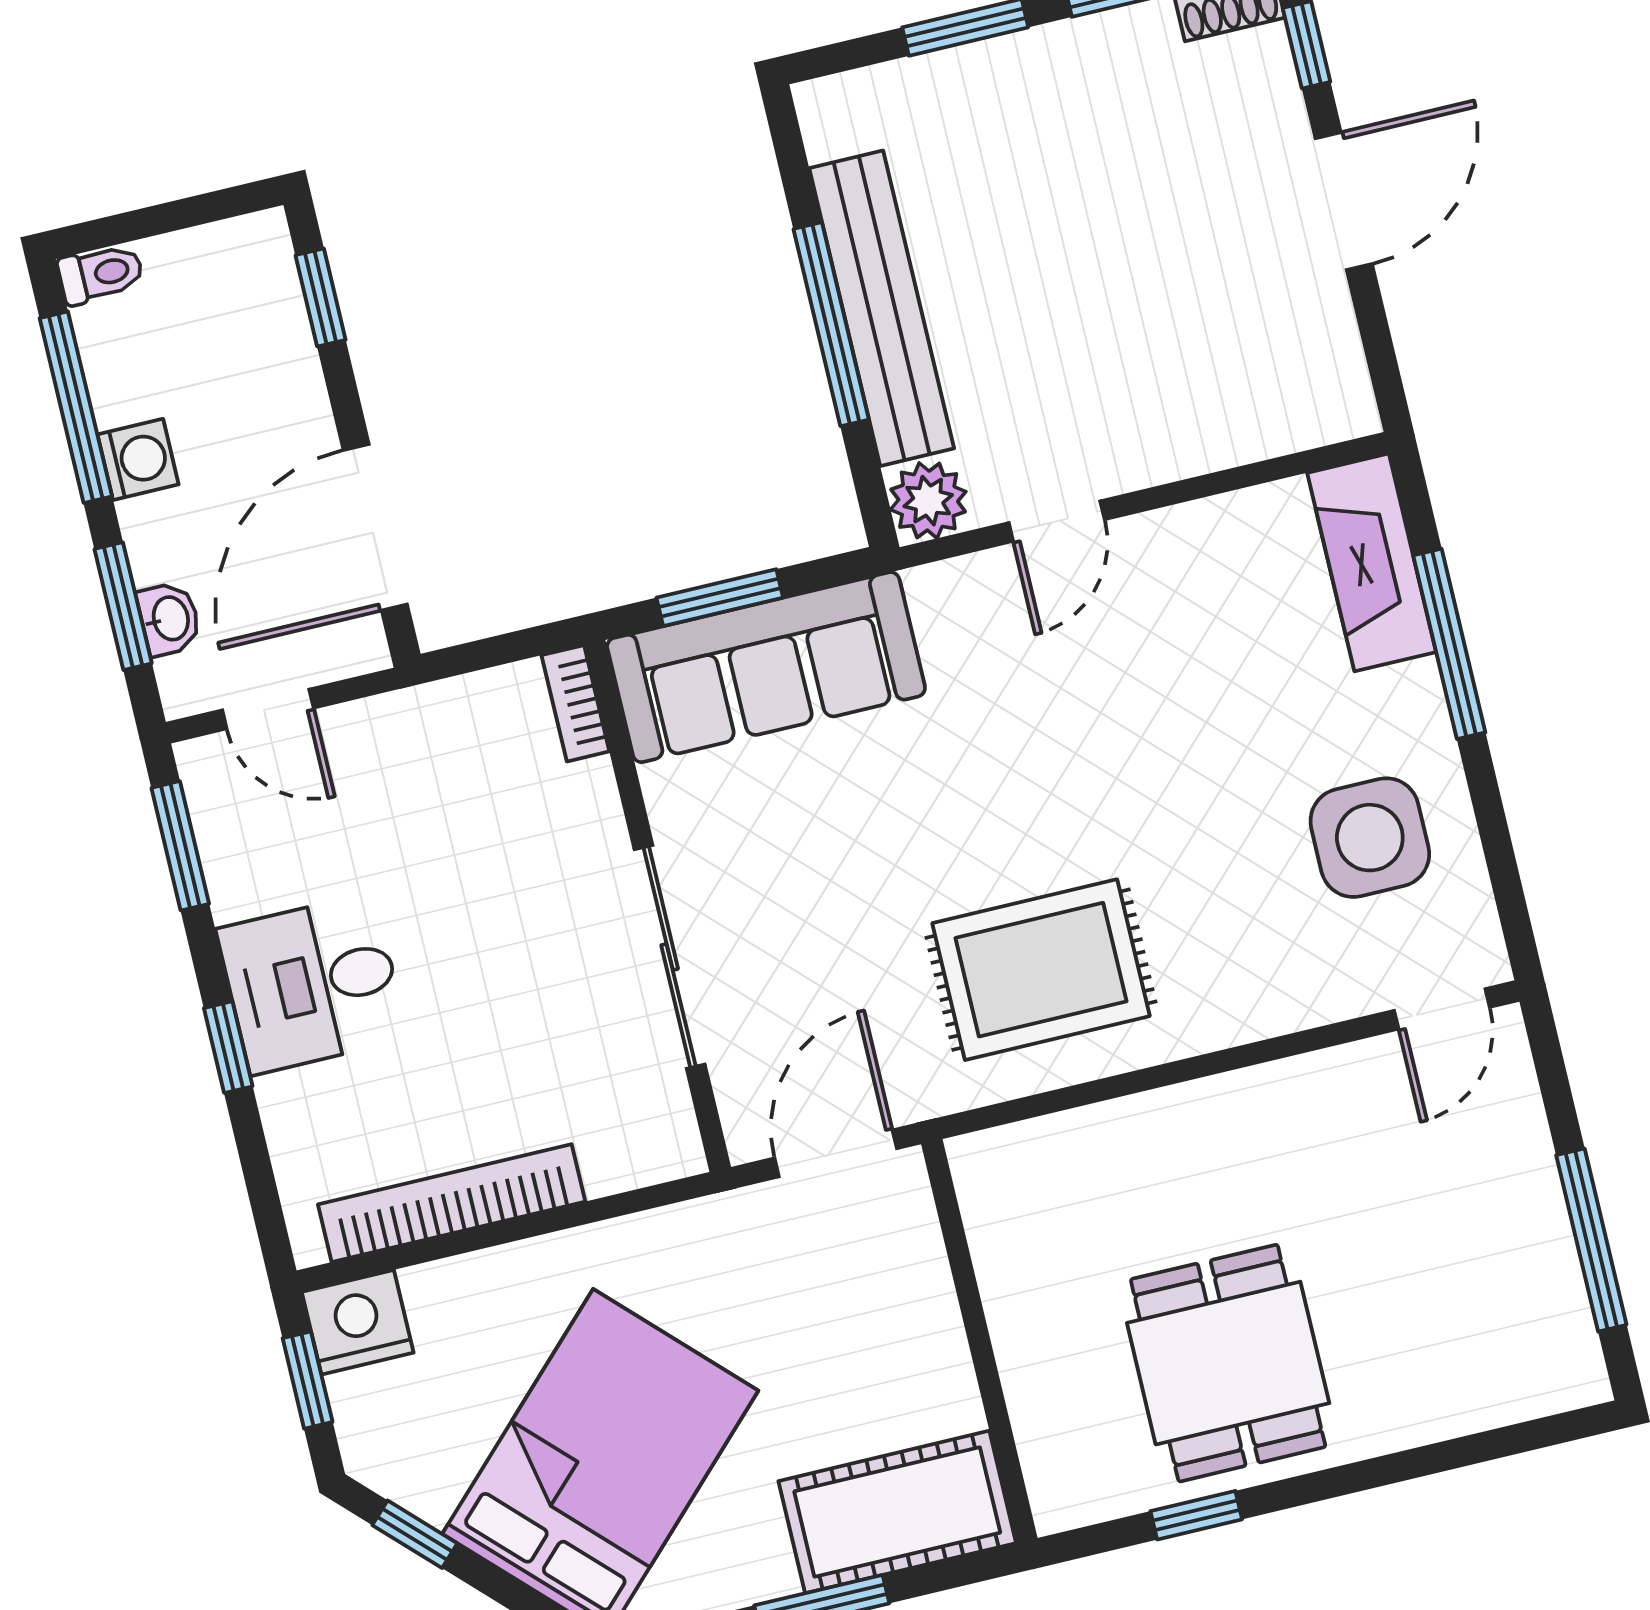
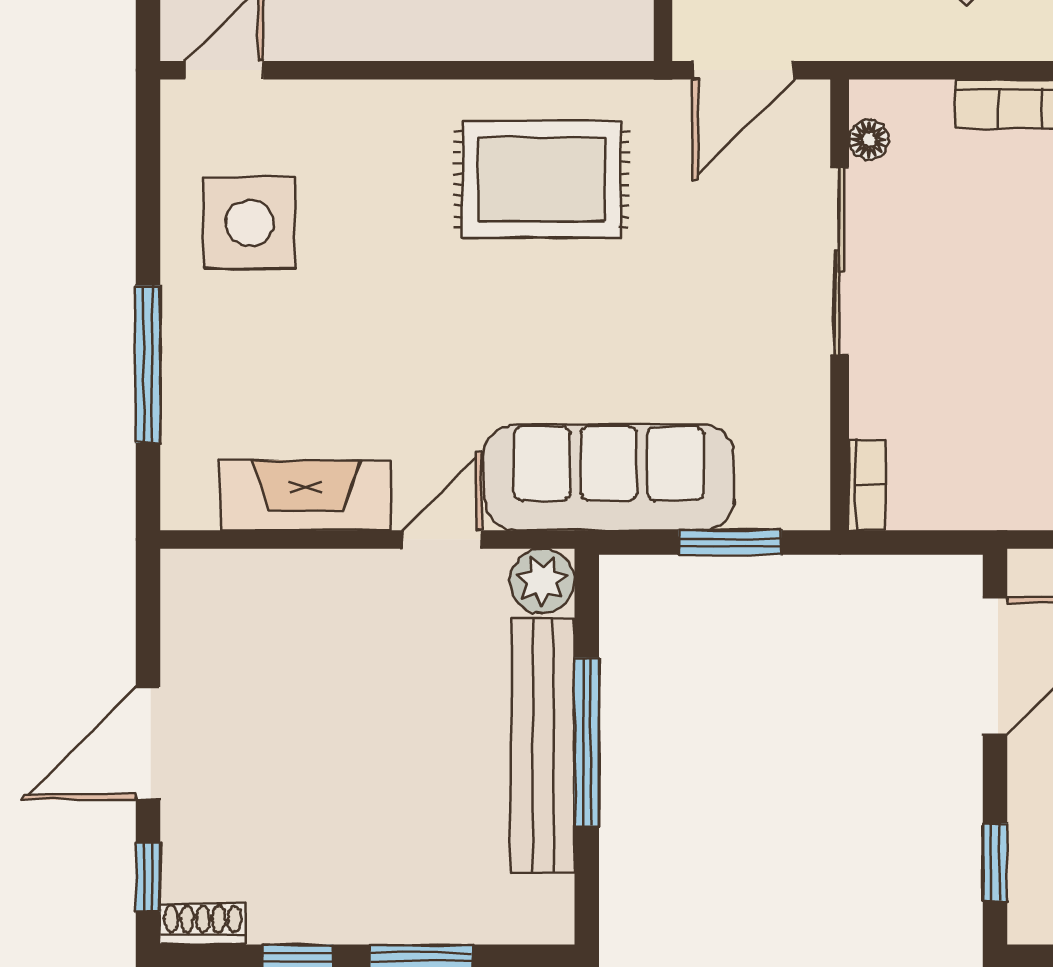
fireplace: (1372, 562) -> (306, 495), moved, turned -90
sofa: (766, 667) -> (609, 477), moved
floor lamp: (669, 1107) -> (869, 140), added

